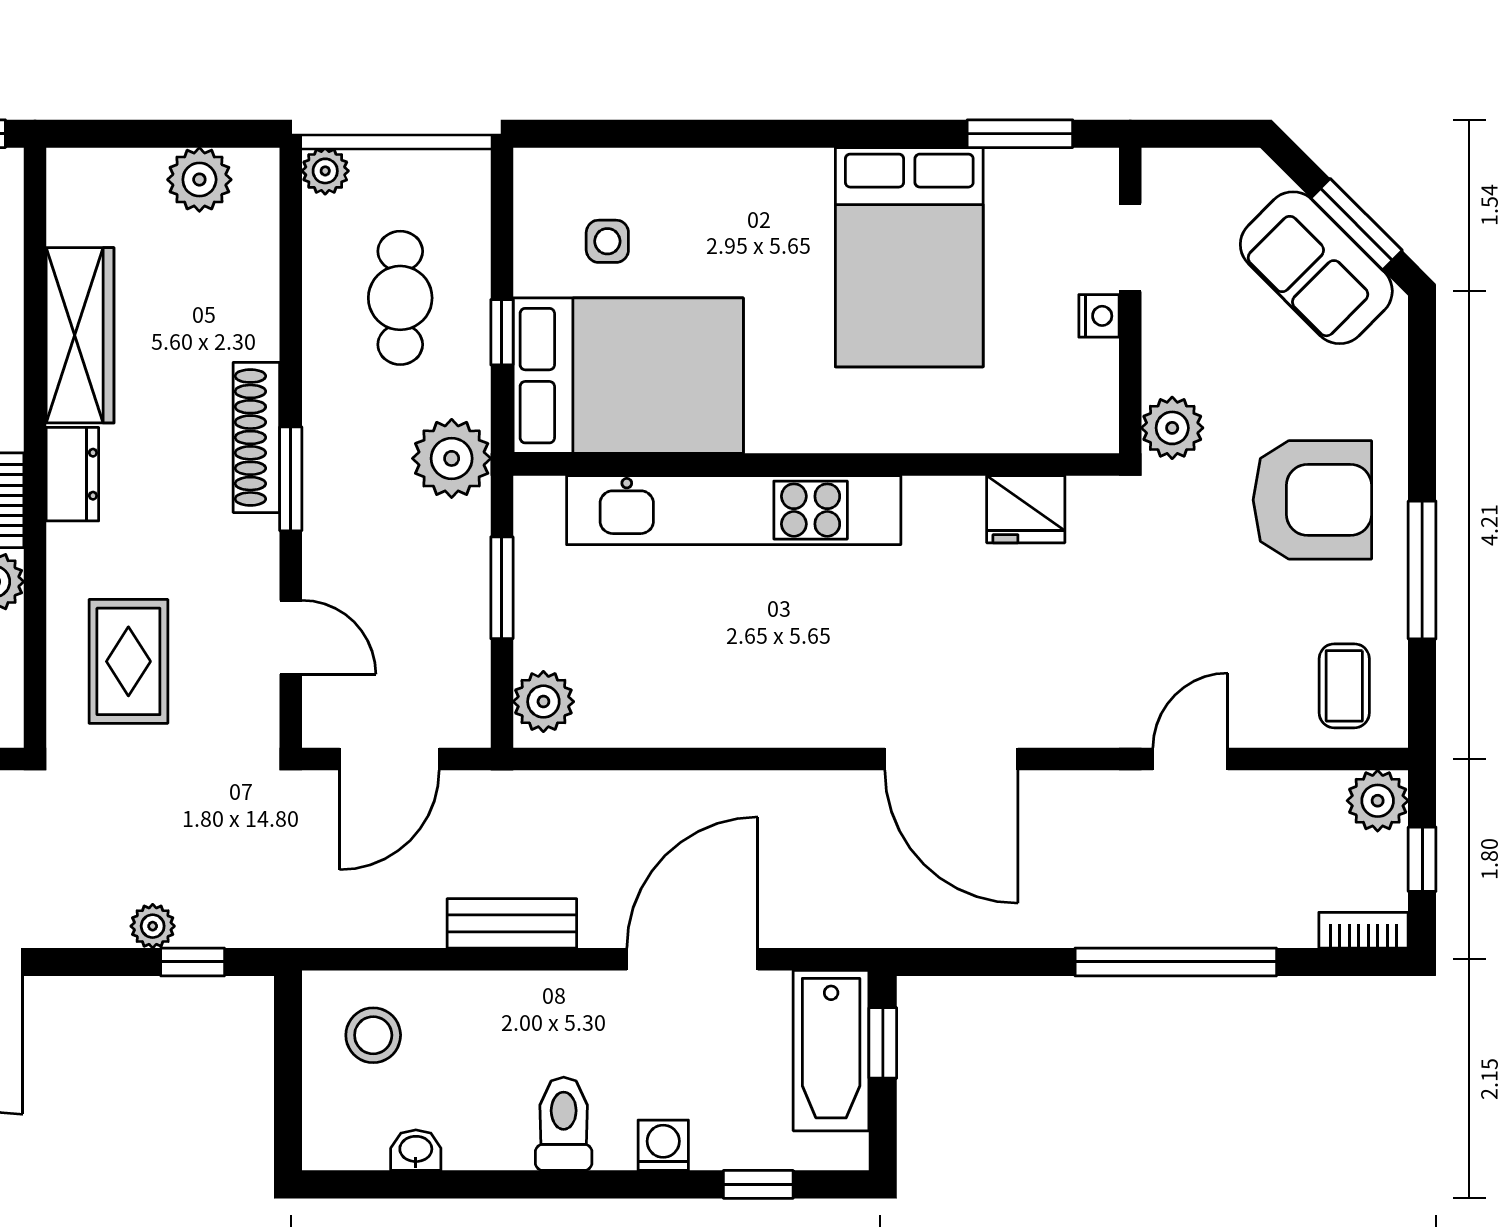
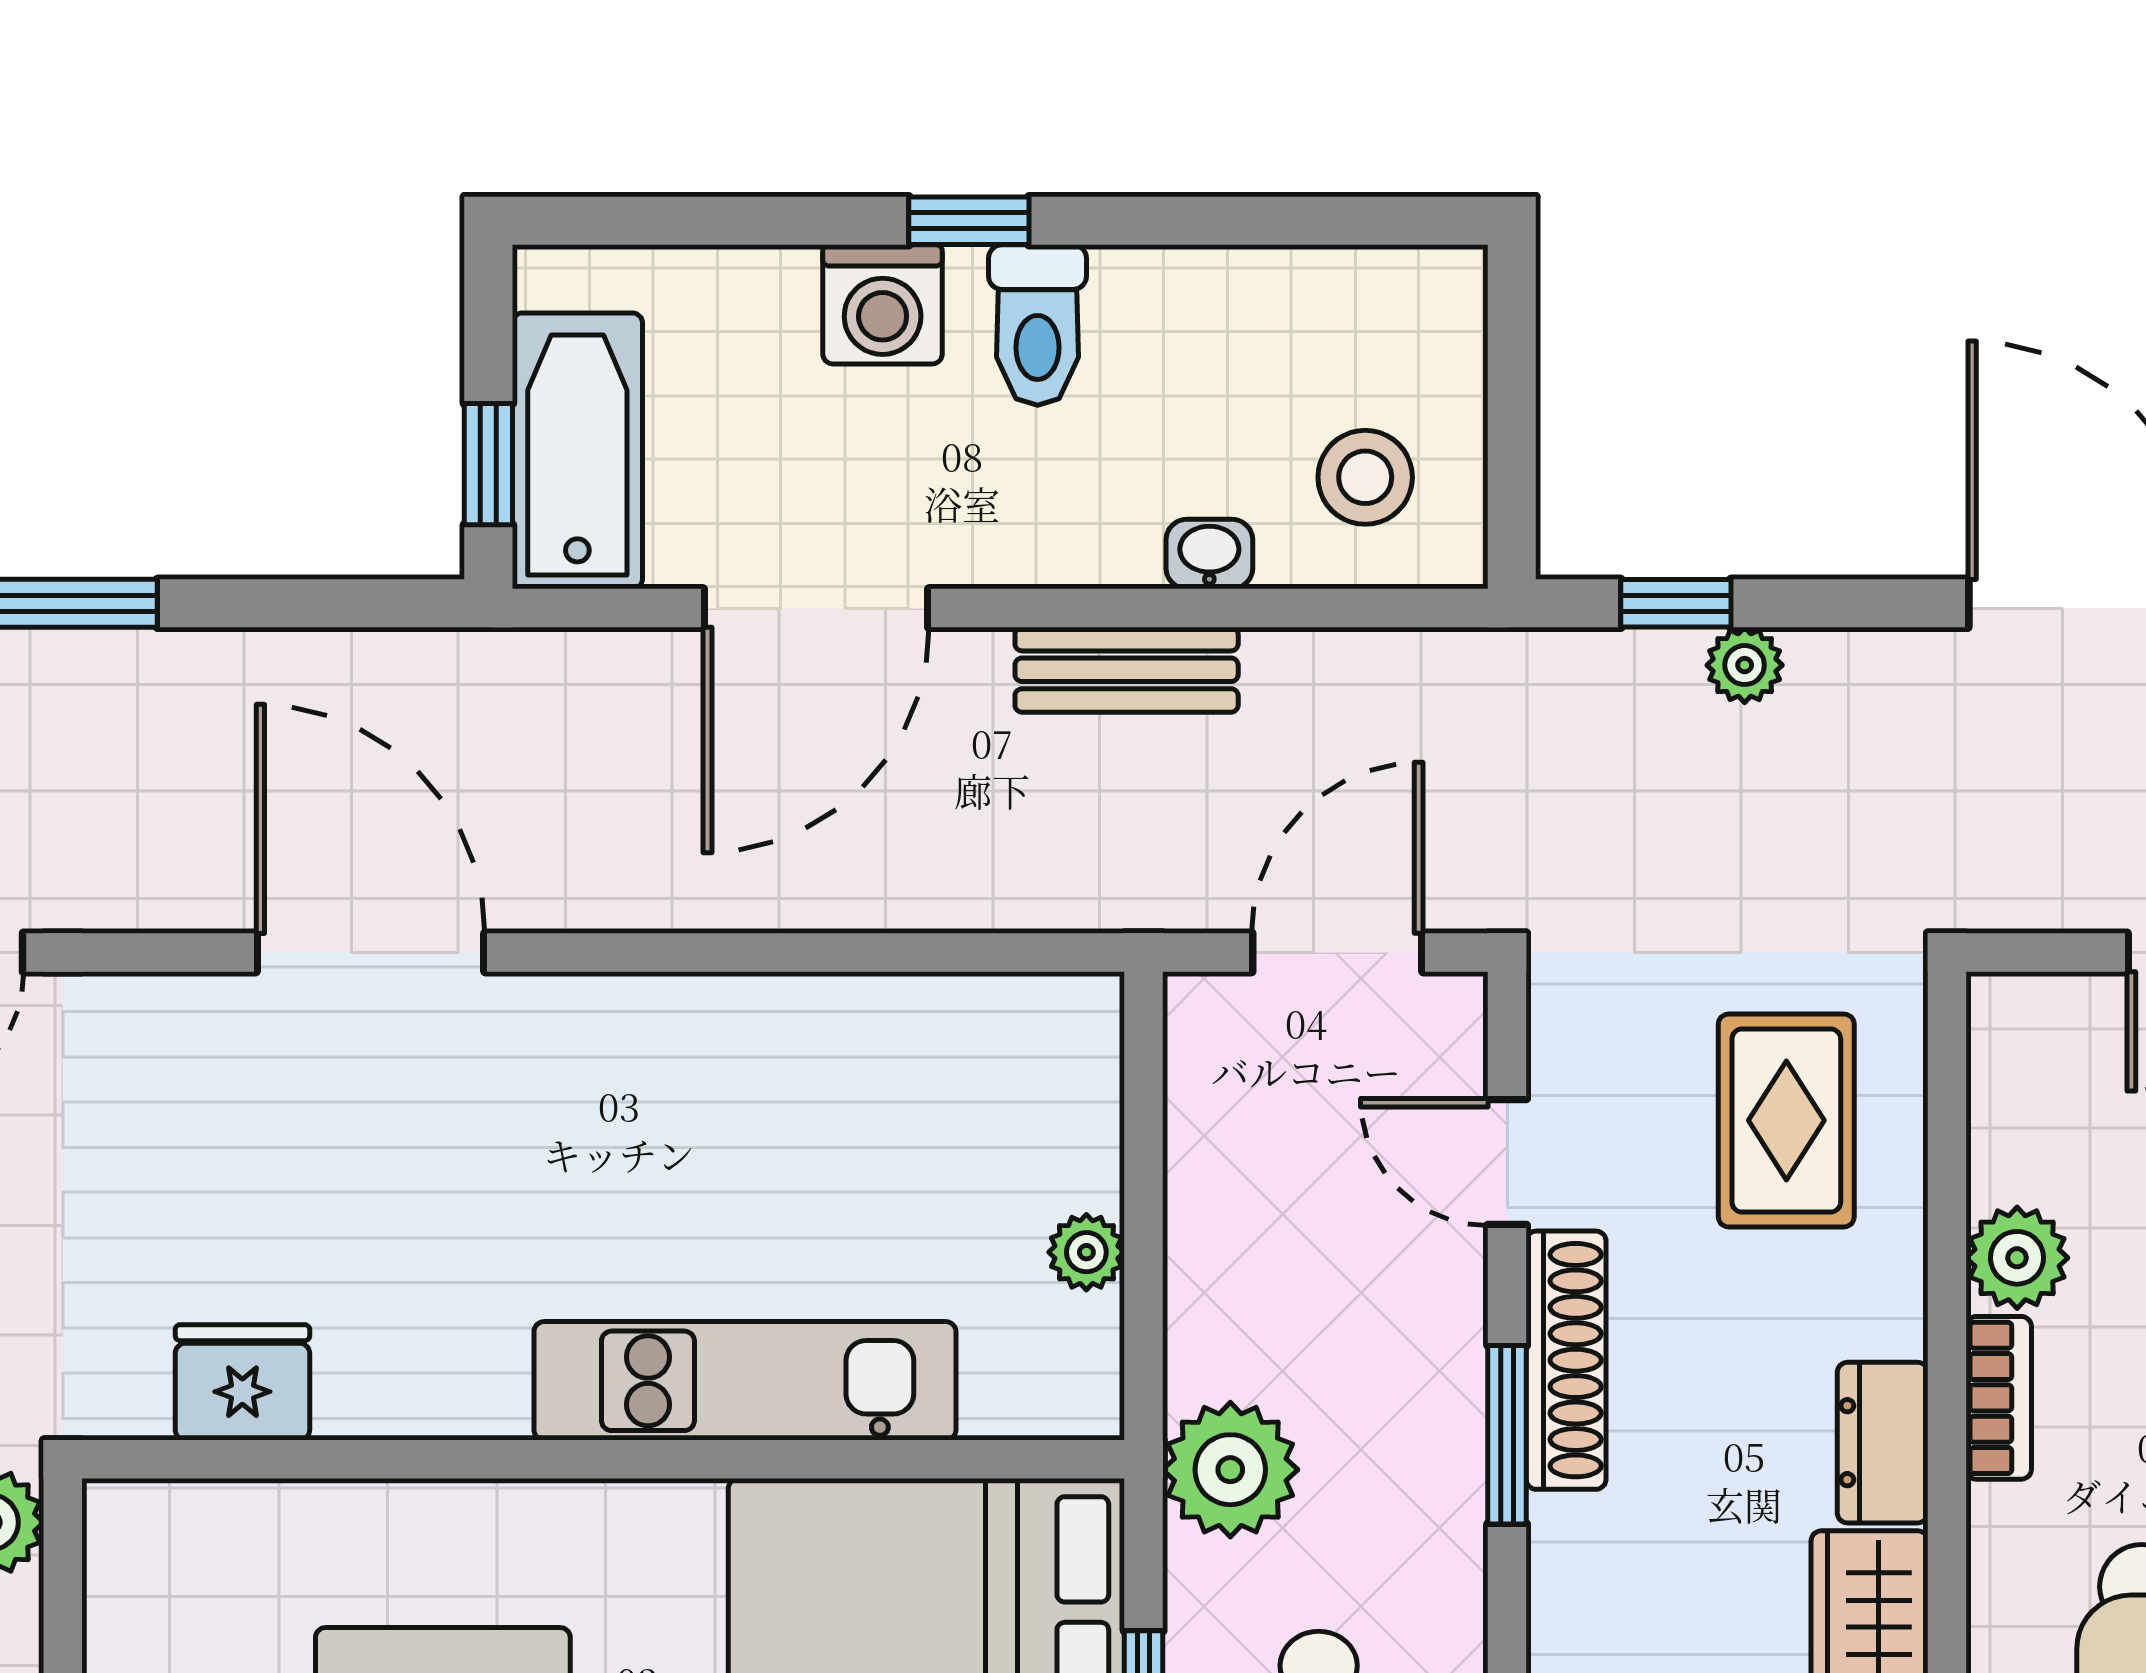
shoe rack: (256, 437) -> (1566, 1360), moved
kitchen unit: (734, 510) -> (745, 1381), width x0.73
window: (502, 588) -> (1144, 1247), removed
plant: (543, 702) -> (1086, 1252), moved, width x0.73, depth x0.73
washing machine: (663, 1145) -> (883, 304), width x1.38, depth x1.38
washbasin: (416, 1150) -> (1209, 554), moved, turned 180
window: (758, 1184) -> (969, 221), moved

